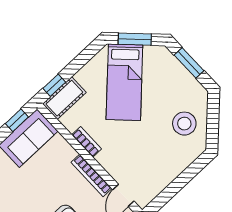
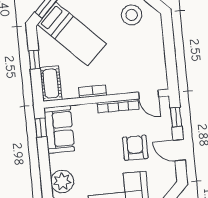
window: (54, 85) -> (34, 60), moved

